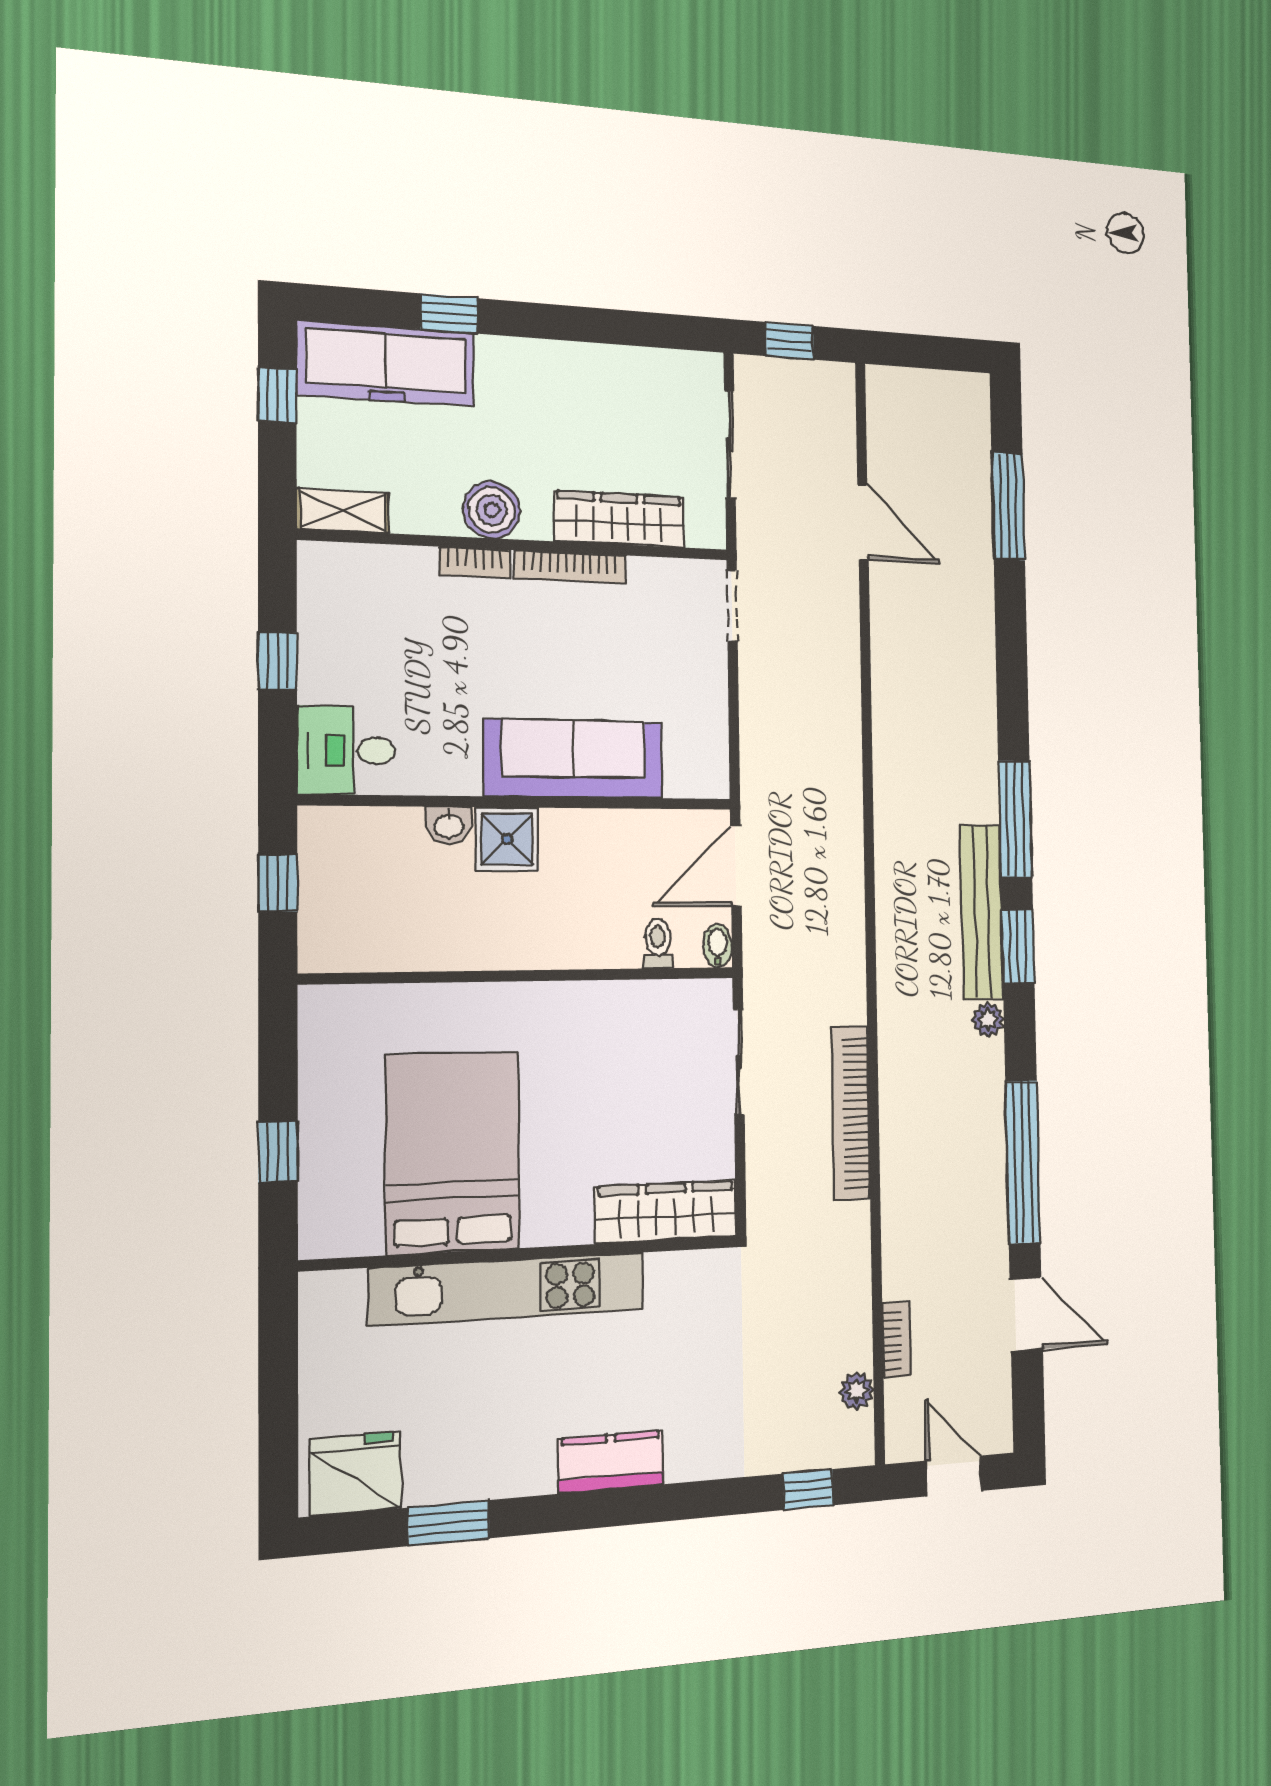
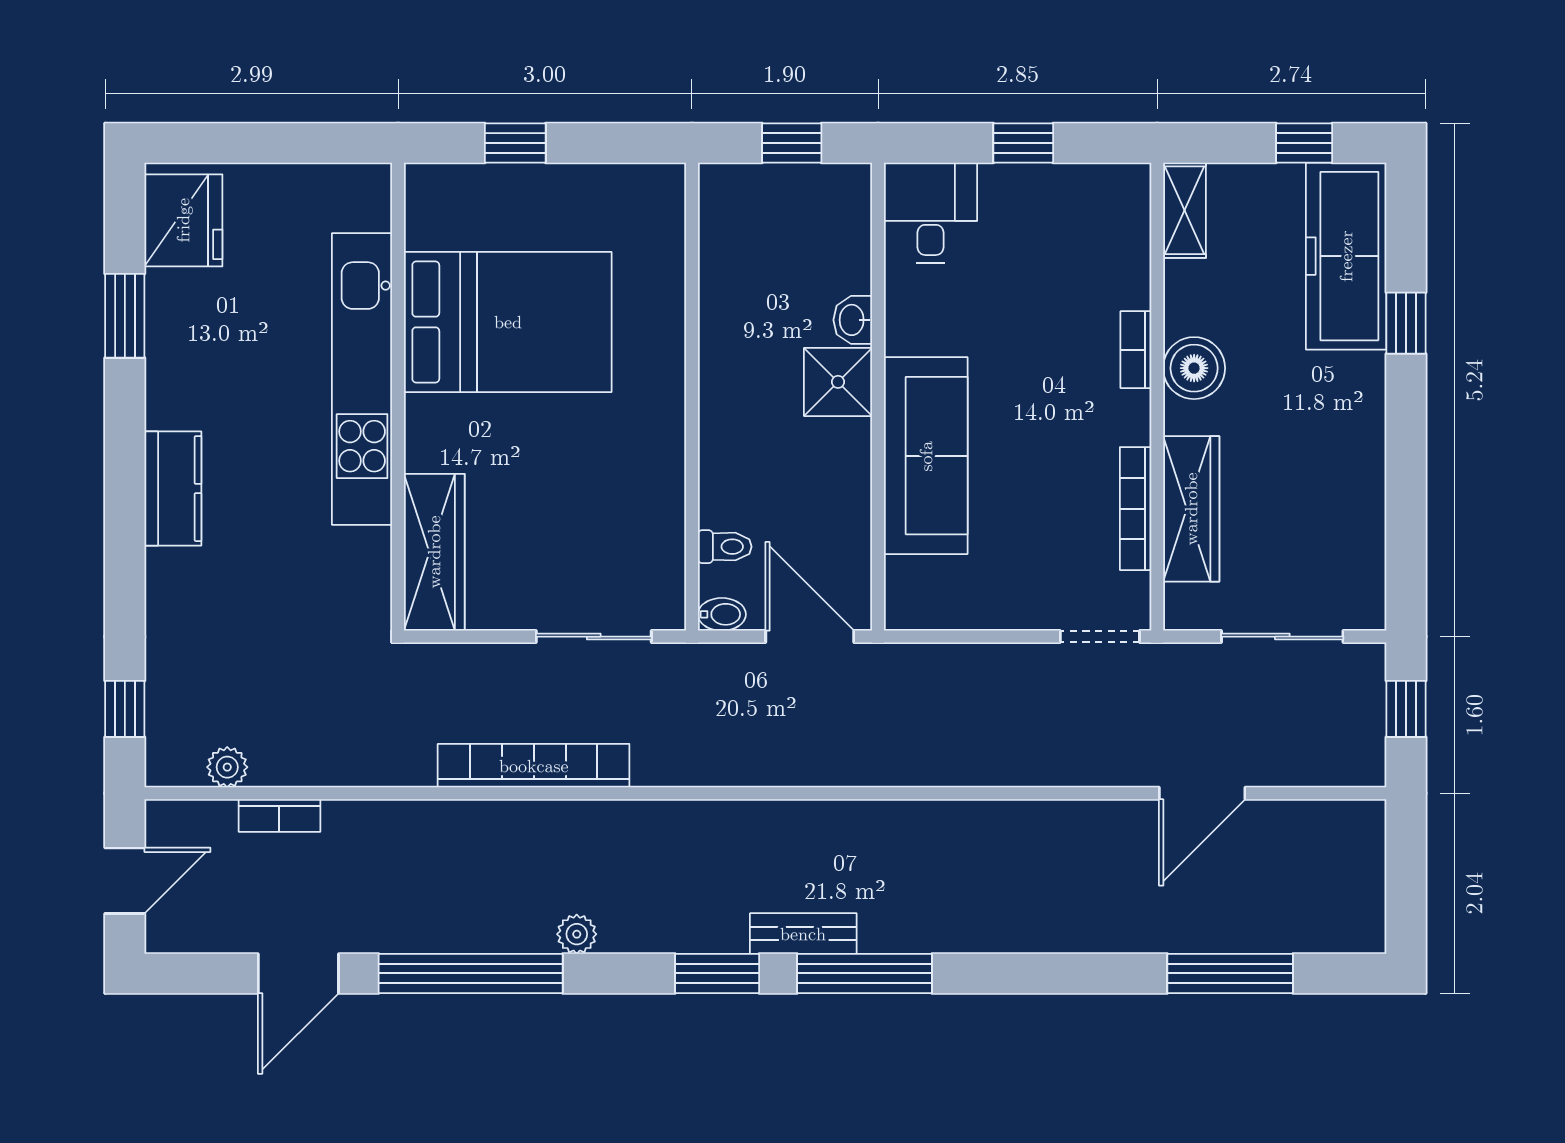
bookcase: (570, 567) -> (1136, 509), moved
bench: (982, 912) -> (803, 934), width x0.54, depth x0.82
plant: (988, 1019) -> (577, 934), moved

